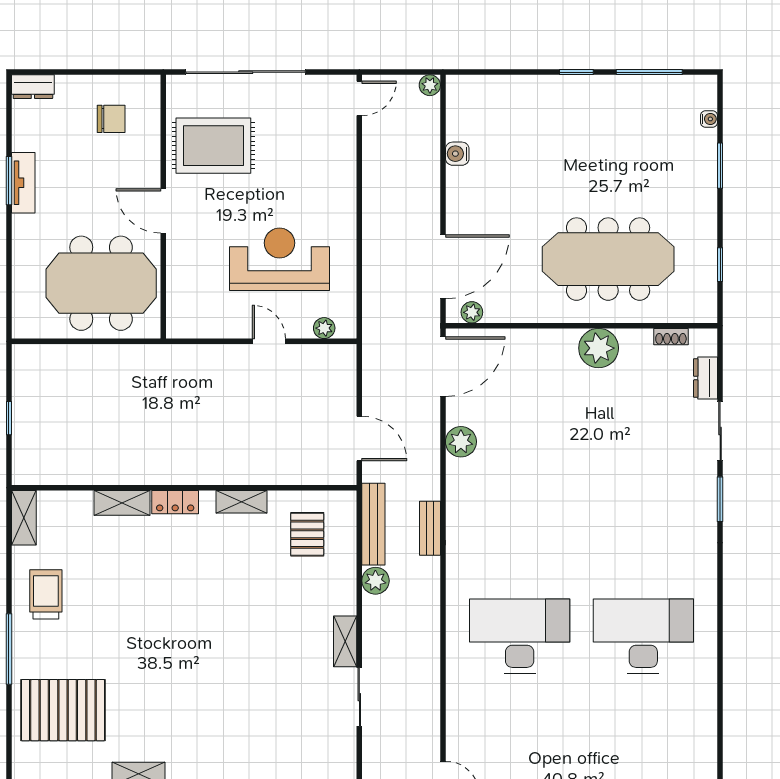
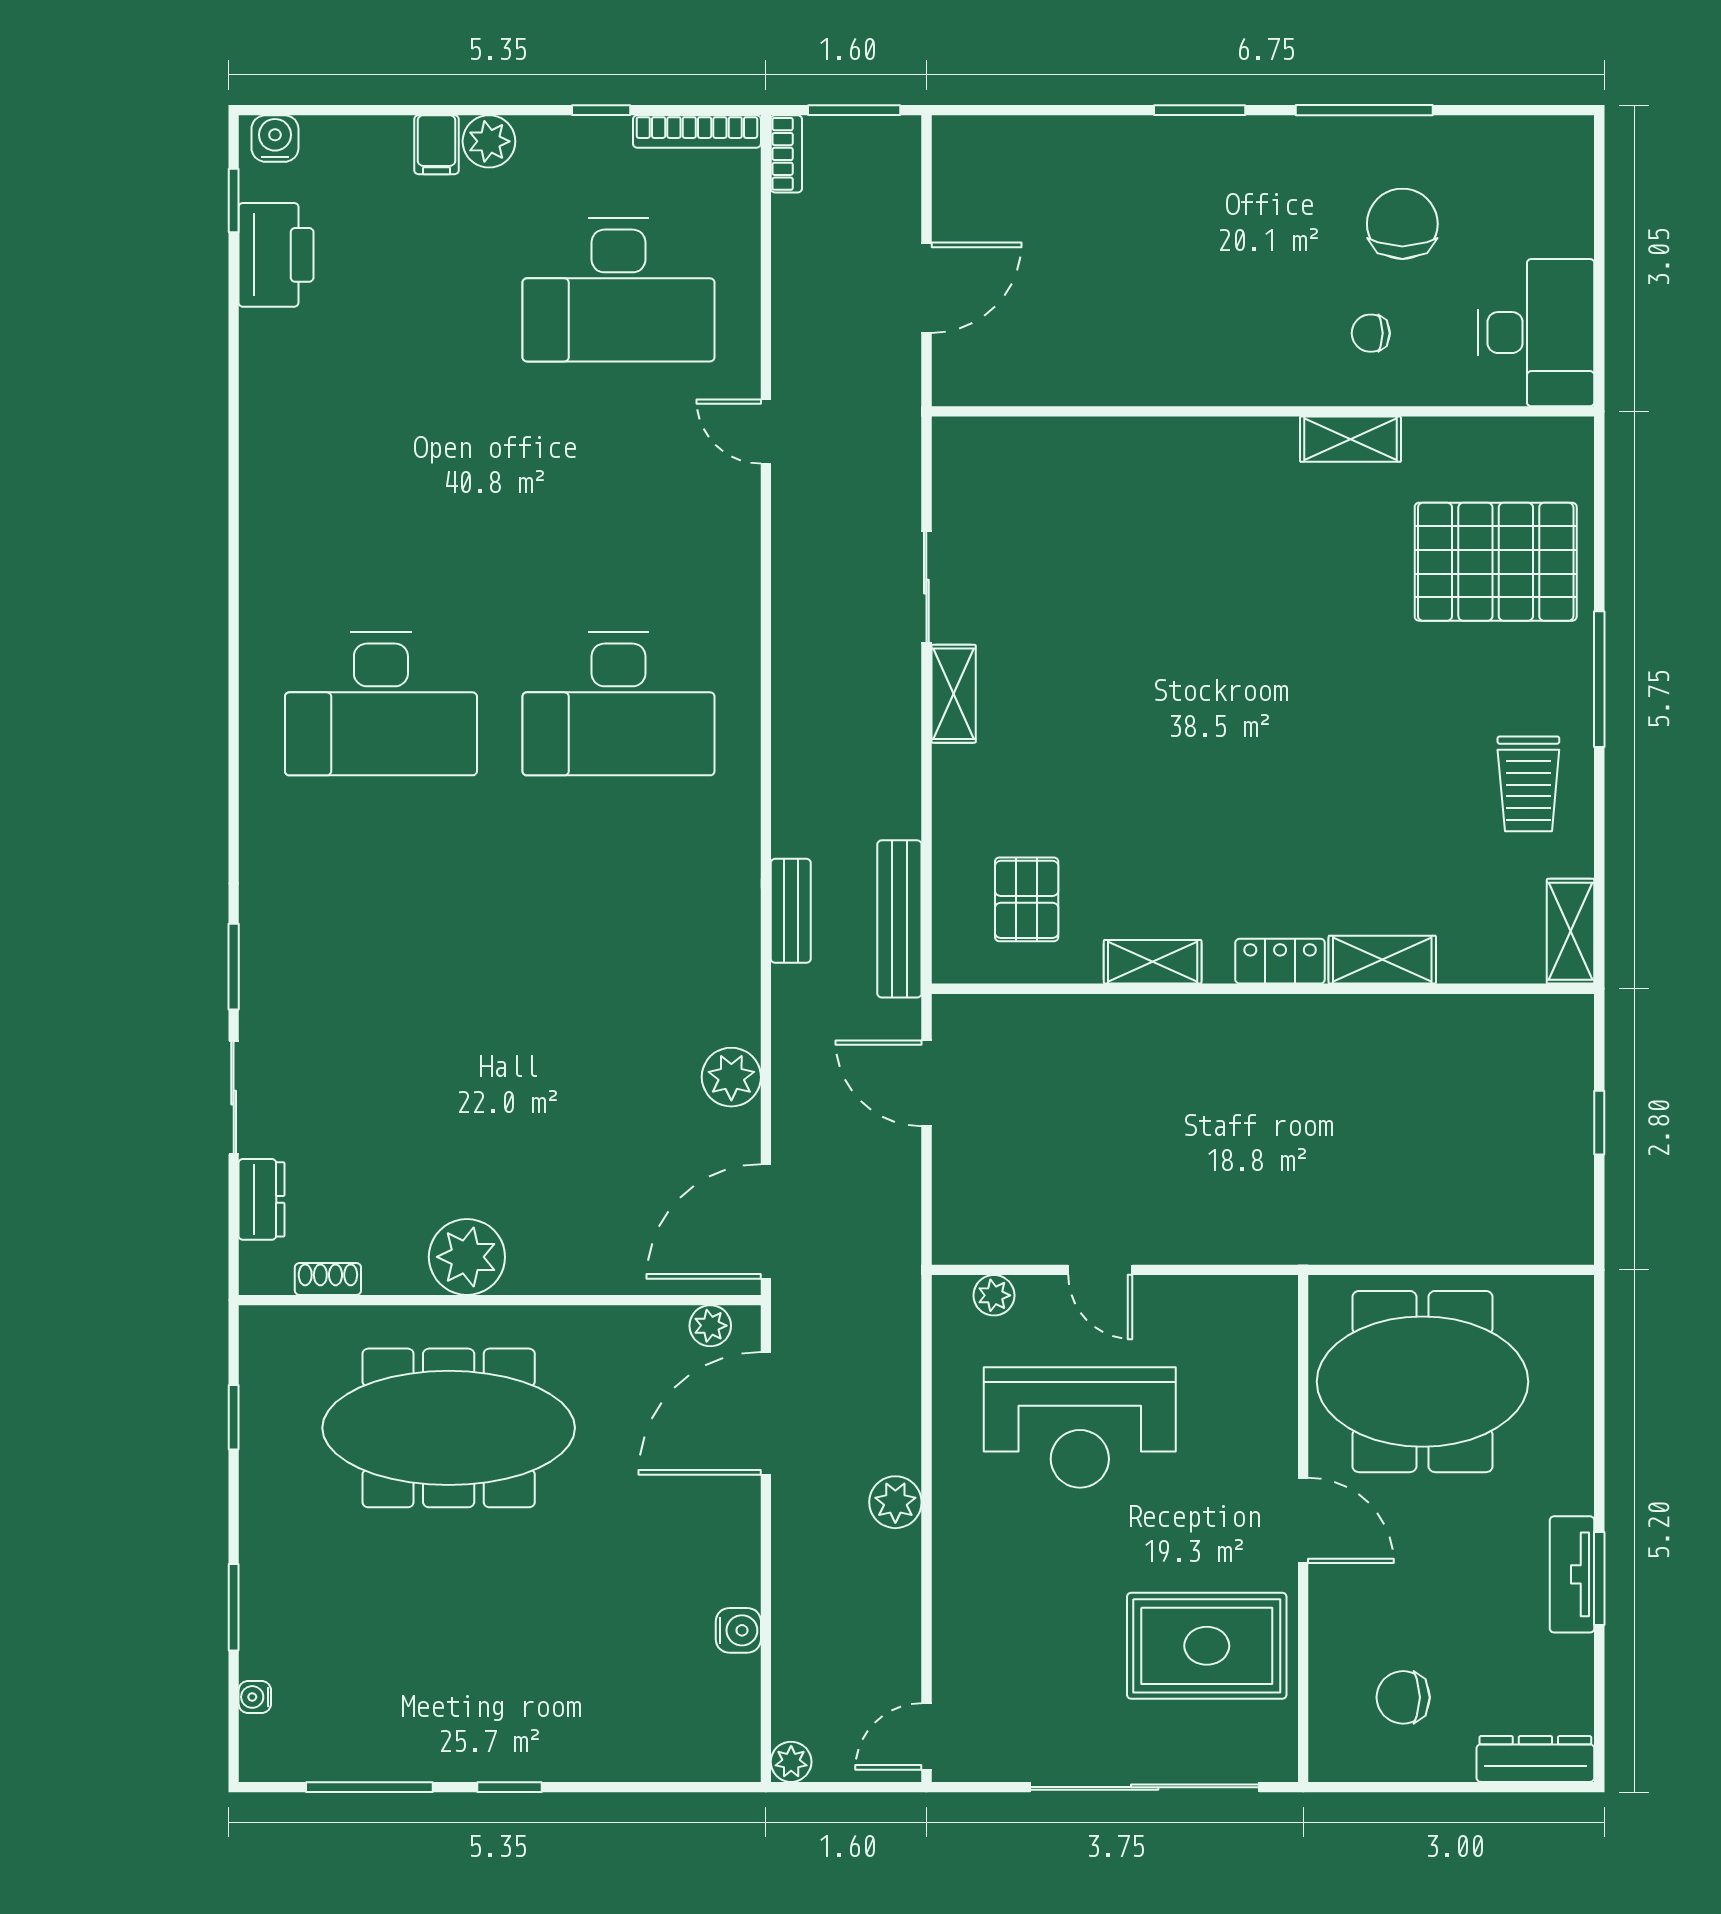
dresser: (33, 87) -> (1535, 1759), width x1.44
plant: (375, 581) -> (895, 1502), moved

